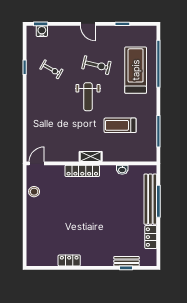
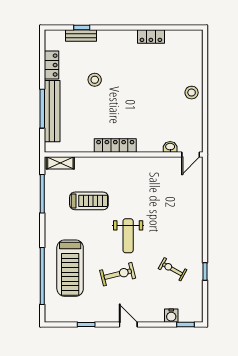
water cooler: (42, 31) -> (171, 316), moved
exercise bike: (96, 65) -> (118, 274), turned 153
weight bench: (88, 97) -> (128, 236), turned 180
shelving: (91, 157) -> (60, 163), moved
washbasin: (122, 170) -> (170, 147), moved
locker: (82, 171) -> (115, 146), moved
stool: (34, 192) -> (192, 93), moved
stool: (115, 225) -> (95, 80), added

